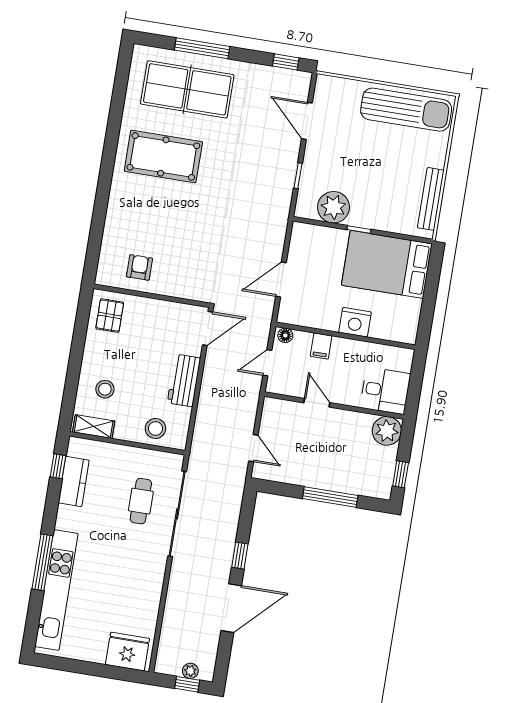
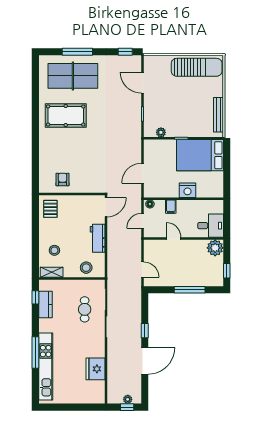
plant: (334, 207) -> (161, 132), width x0.53, depth x0.53
fridge: (127, 652) -> (95, 369), moved, turned -90

